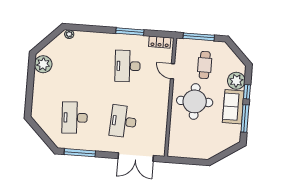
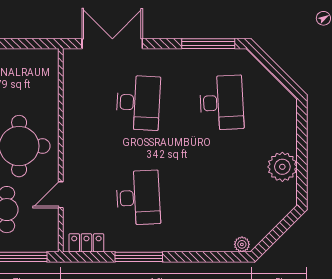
plant: (43, 64) -> (282, 167), moved
door: (173, 71) -> (61, 195), swing flipped

